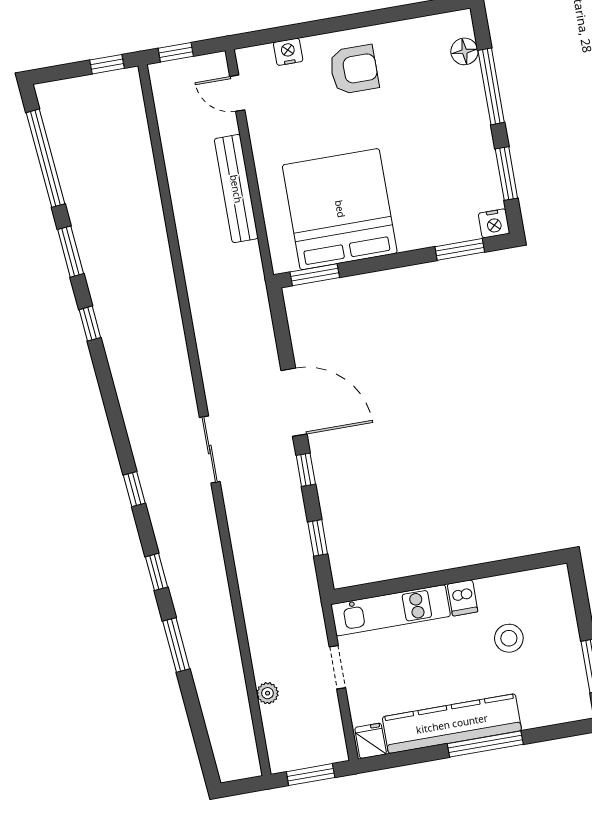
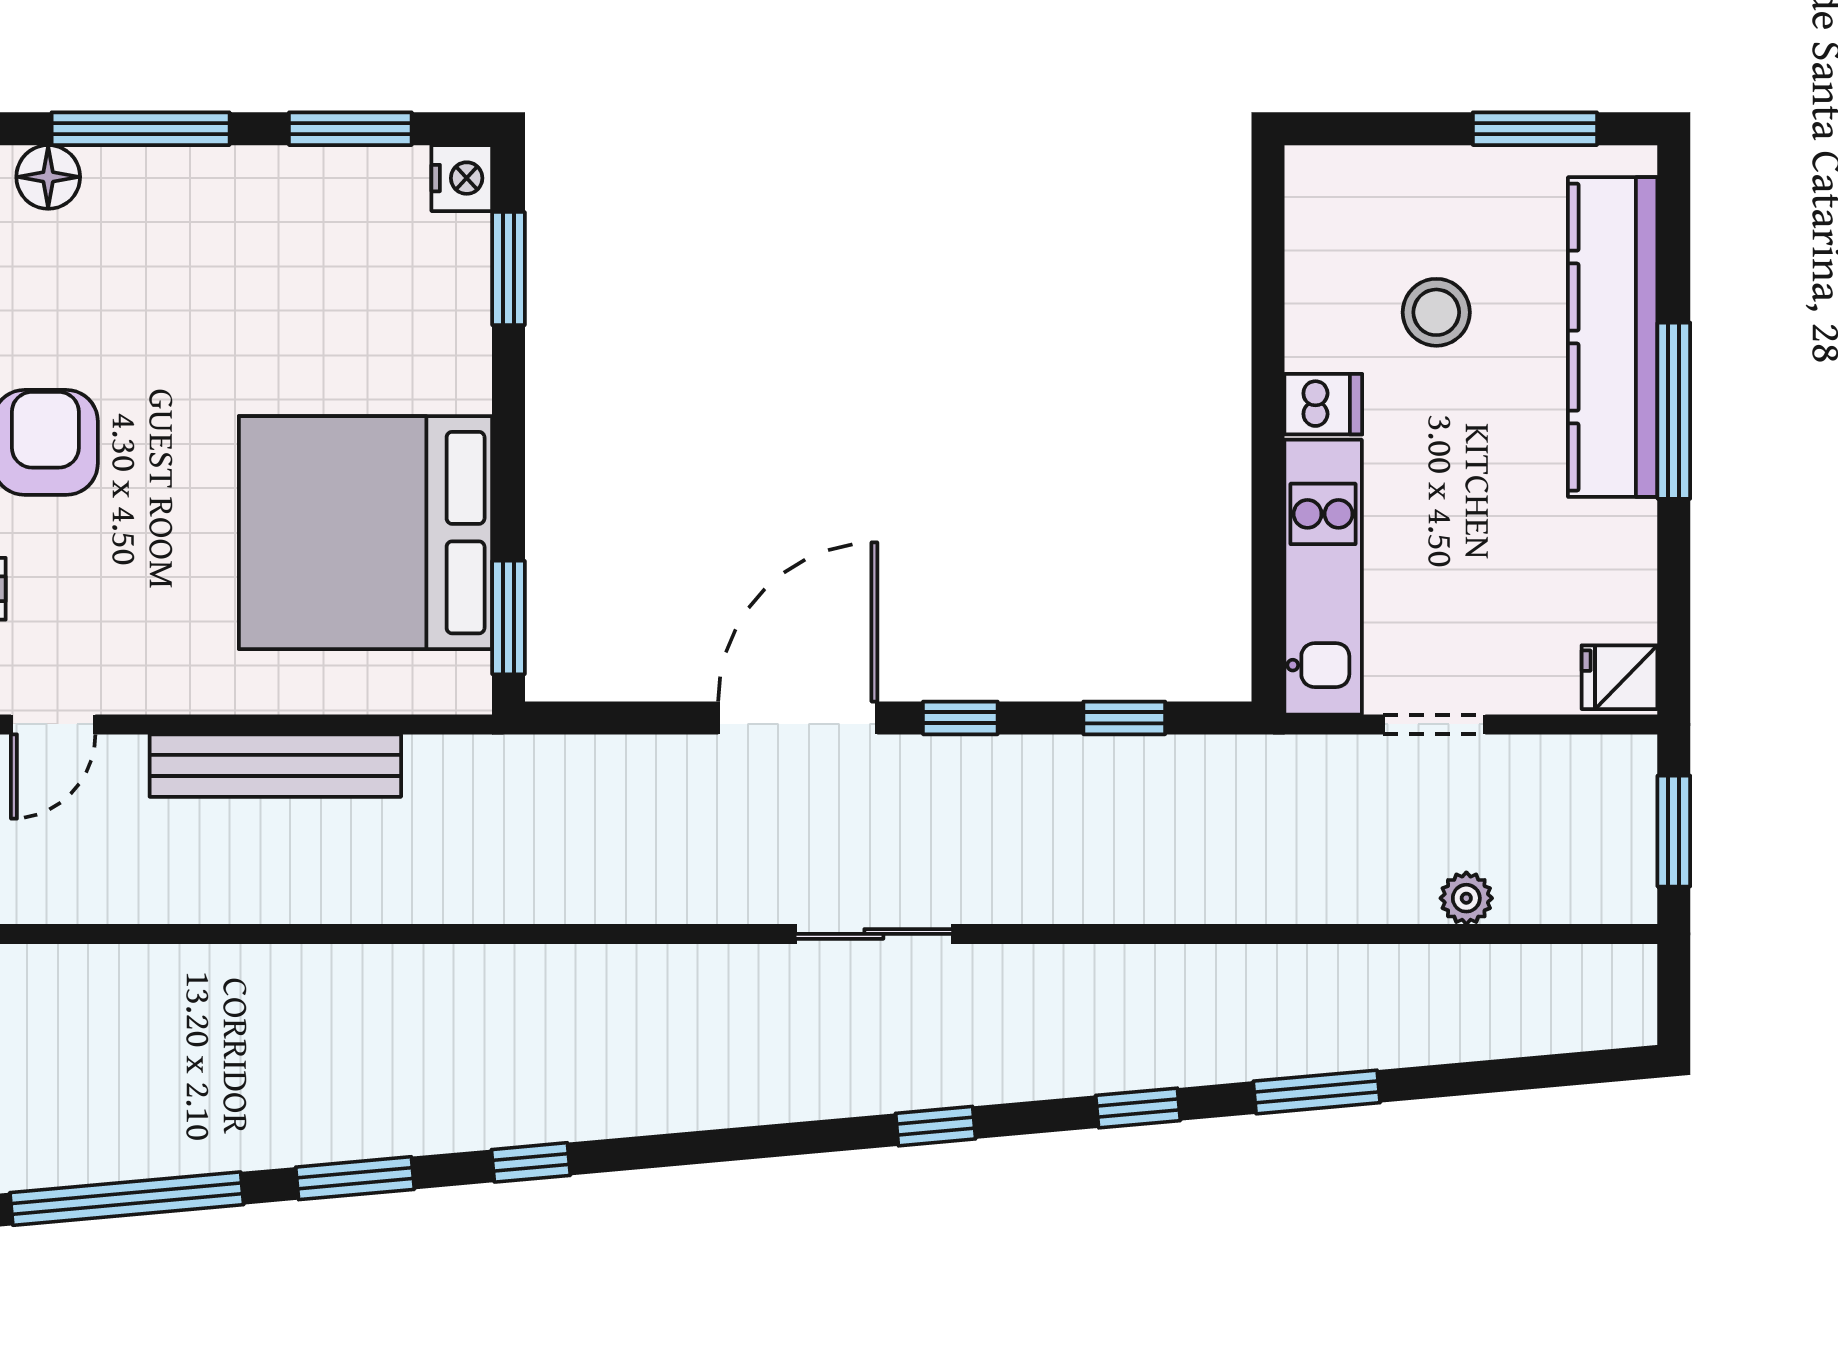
kitchen counter: (452, 724) -> (1613, 337), moved

